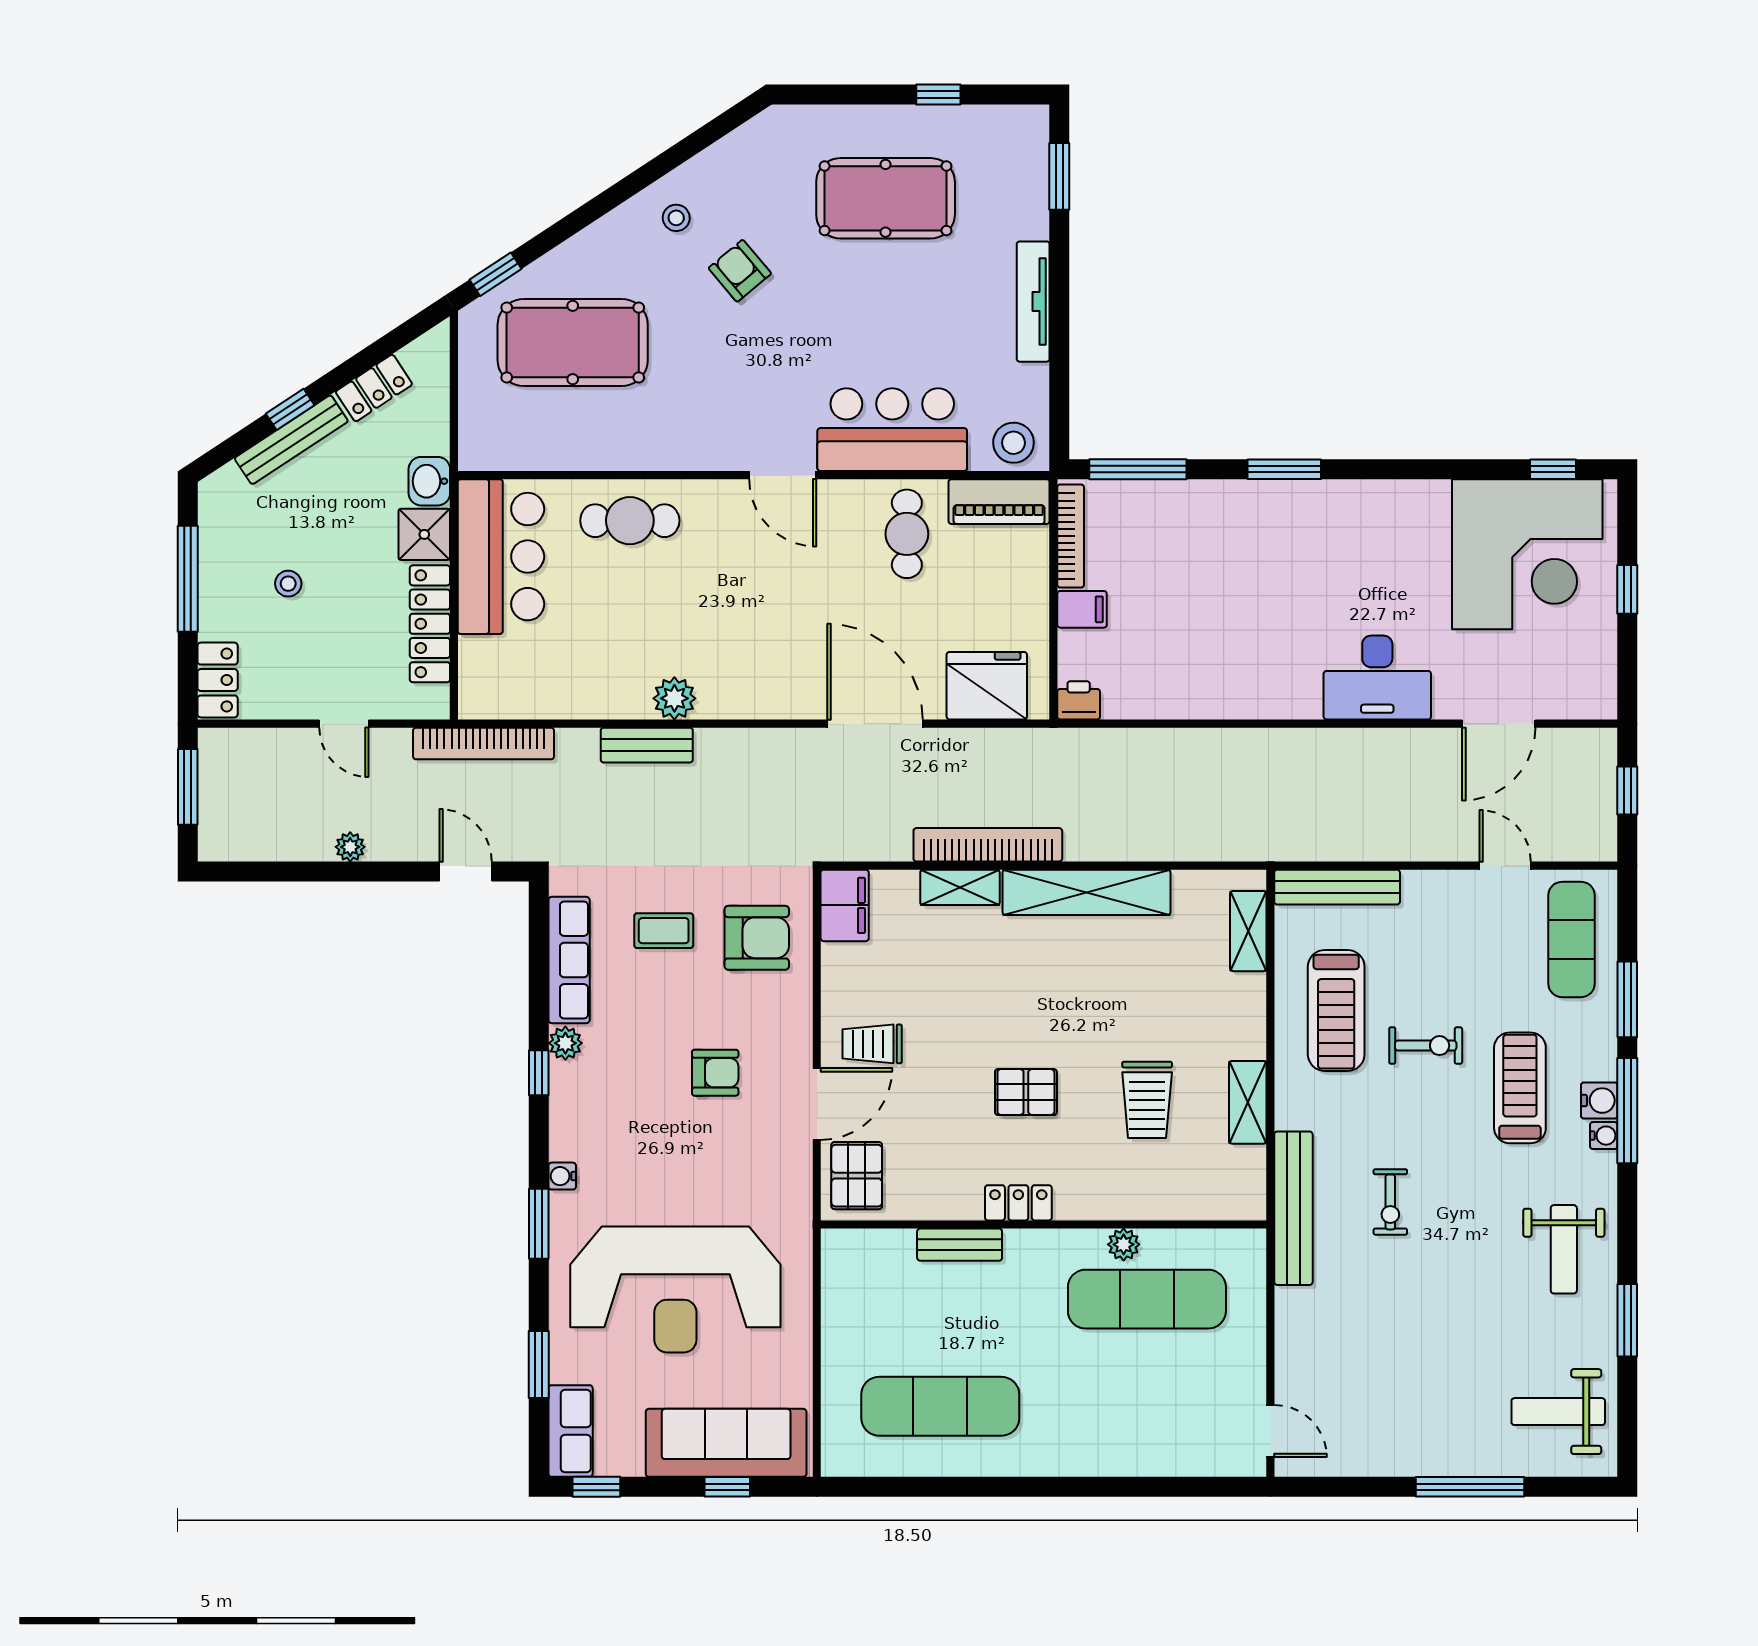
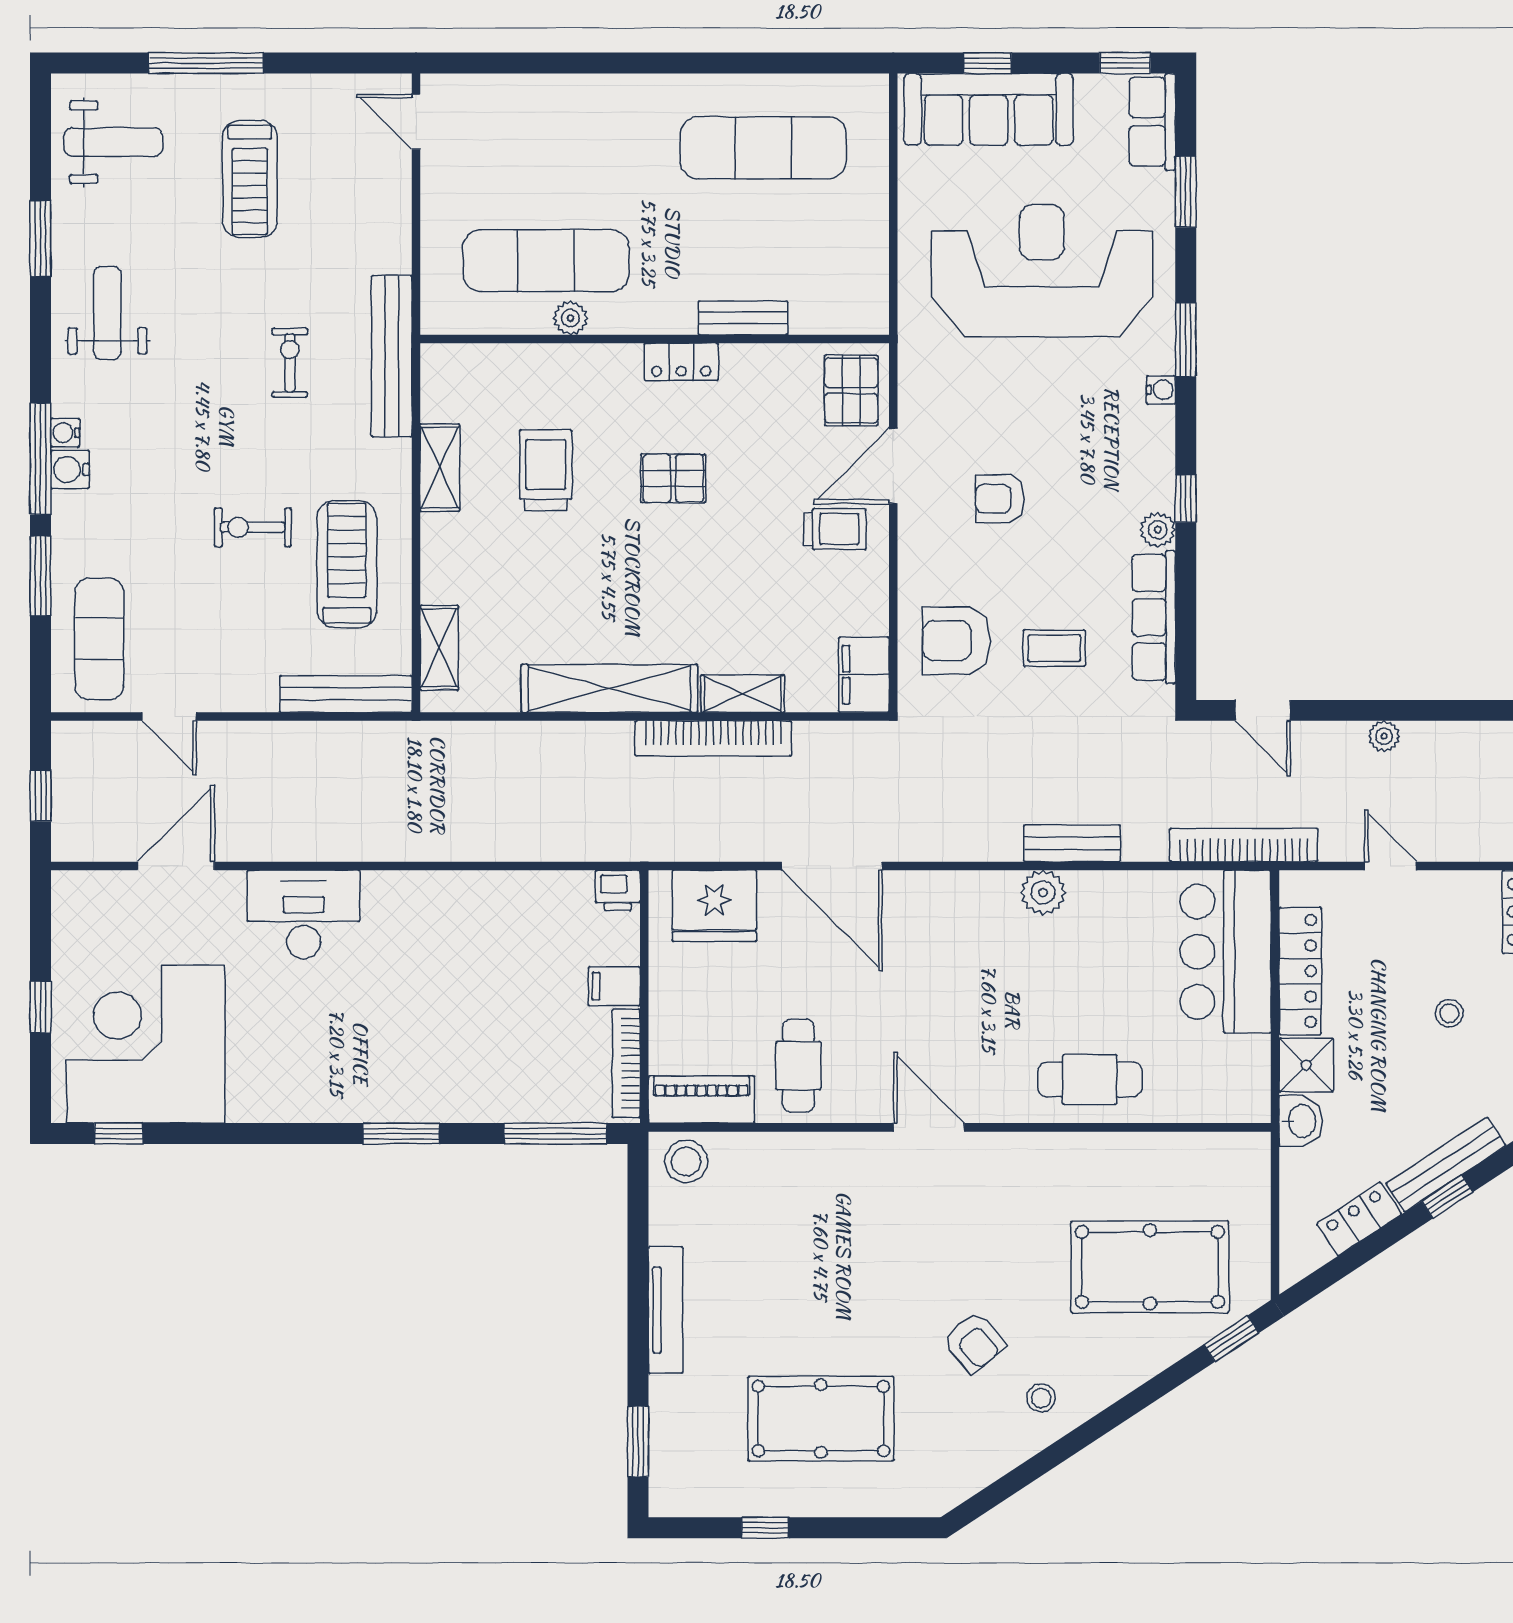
bar counter: (892, 430) -> (814, 1175), removed
bar counter: (501, 557) -> (1225, 952), moved
treadmill: (1520, 1088) -> (250, 179), moved

